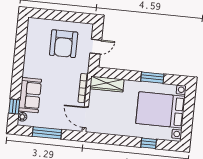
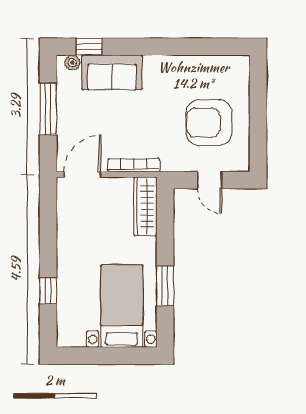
bed with nightstands: (160, 110) -> (122, 306), width x0.73

